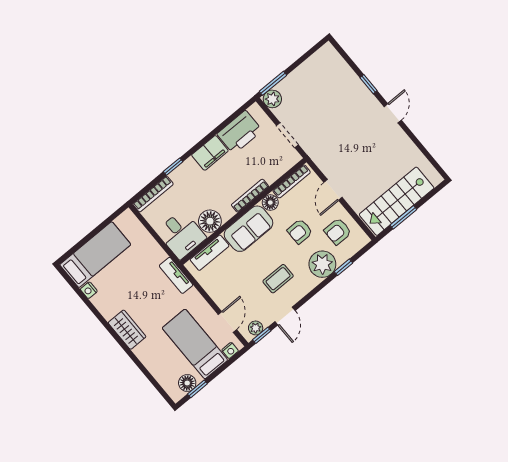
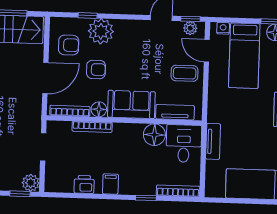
window: (273, 83) -> (20, 194), width x0.67
printer: (240, 132) -> (84, 184), width x0.53, depth x0.68
filing cabinet: (210, 153) -> (110, 184), width x0.50
door: (333, 190) -> (45, 78), width x1.38
bookcase: (250, 196) -> (92, 127), moved
tv unit: (176, 275) -> (213, 141), moved
coffee table: (278, 279) -> (185, 73), moved
door: (227, 322) -> (207, 51), hinge flipped

